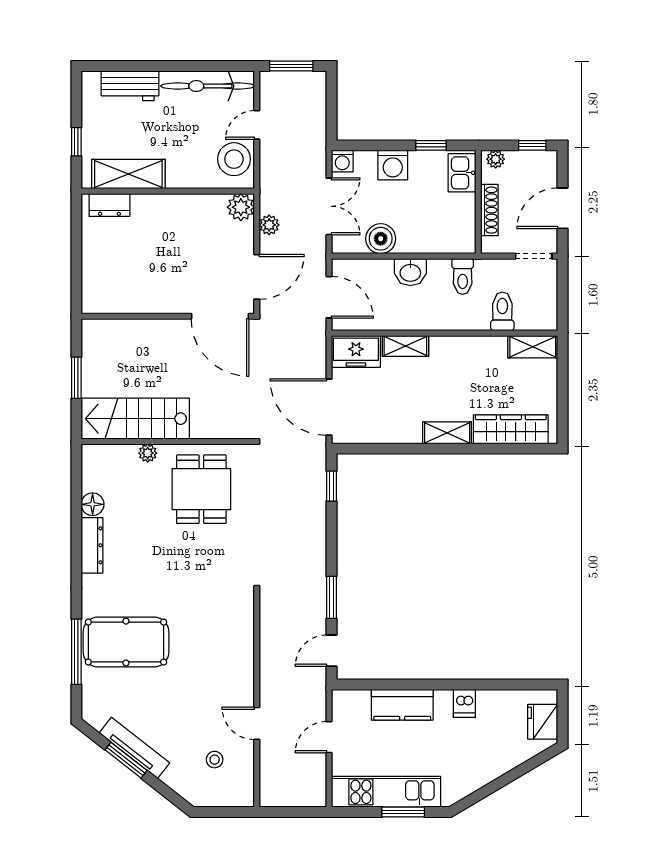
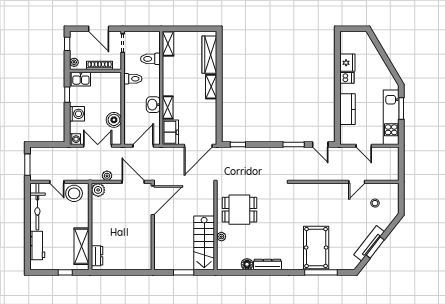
washbasin: (410, 272) -> (153, 105), moved, turned 180
fridge: (543, 722) -> (347, 63), moved, turned -90

